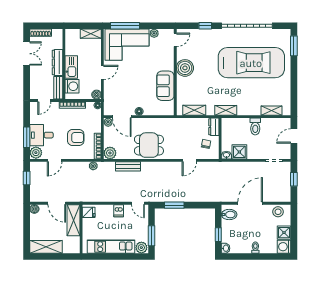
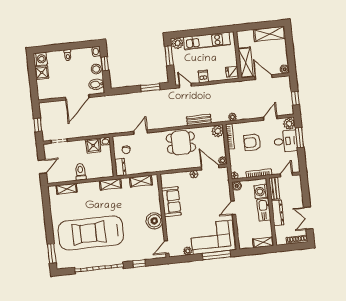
shelving: (91, 34) -> (263, 242), moved
stool: (278, 212) -> (96, 69), moved

